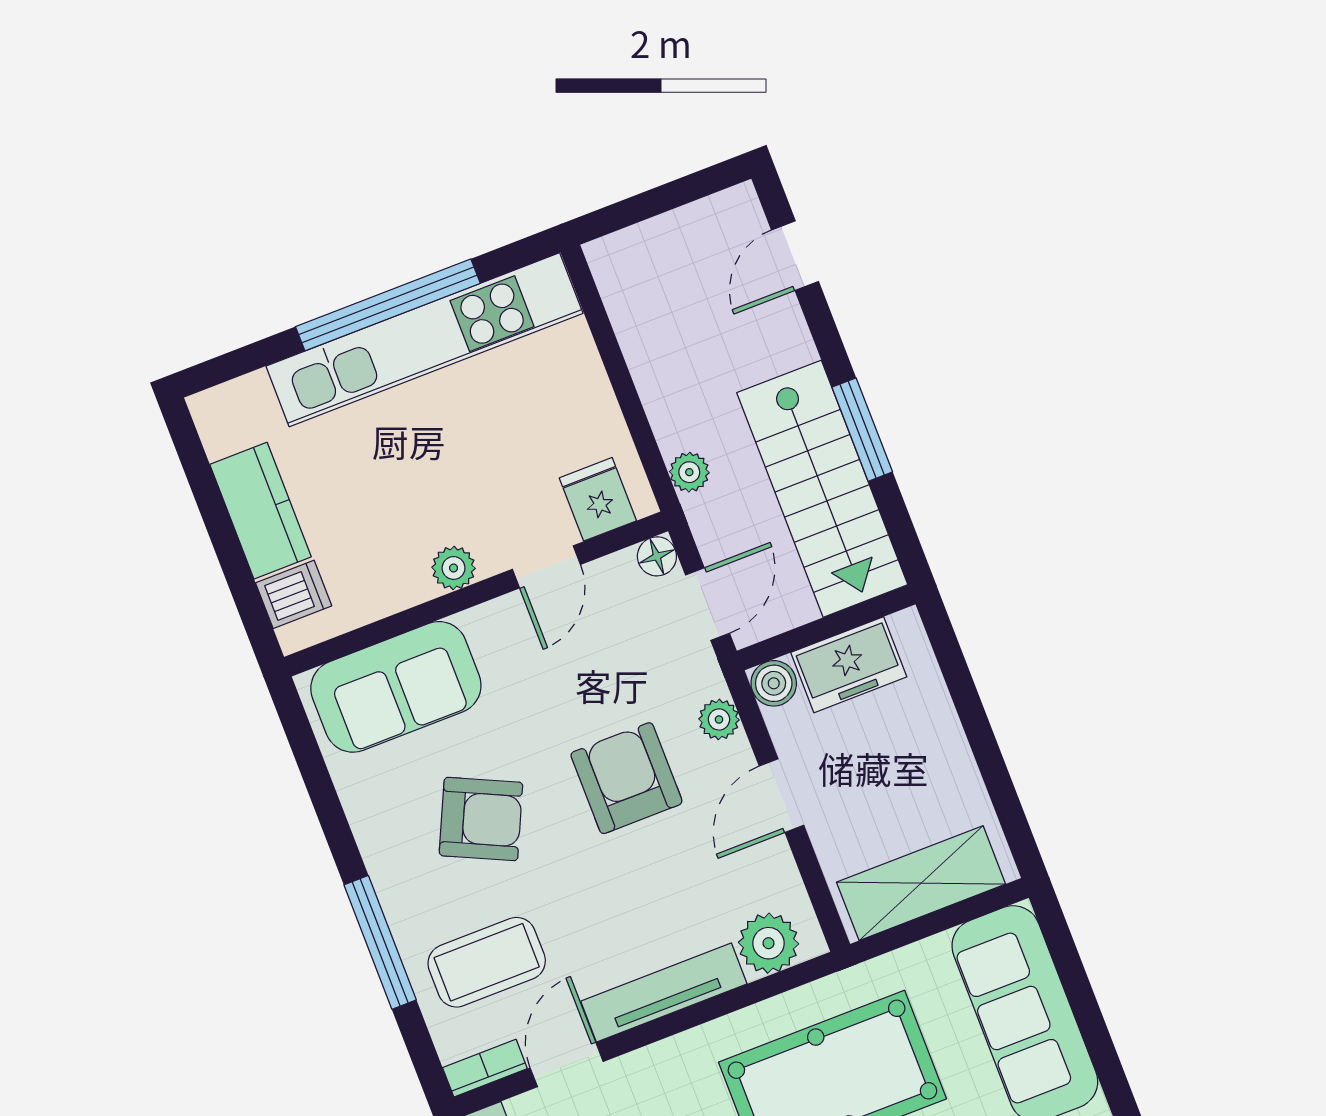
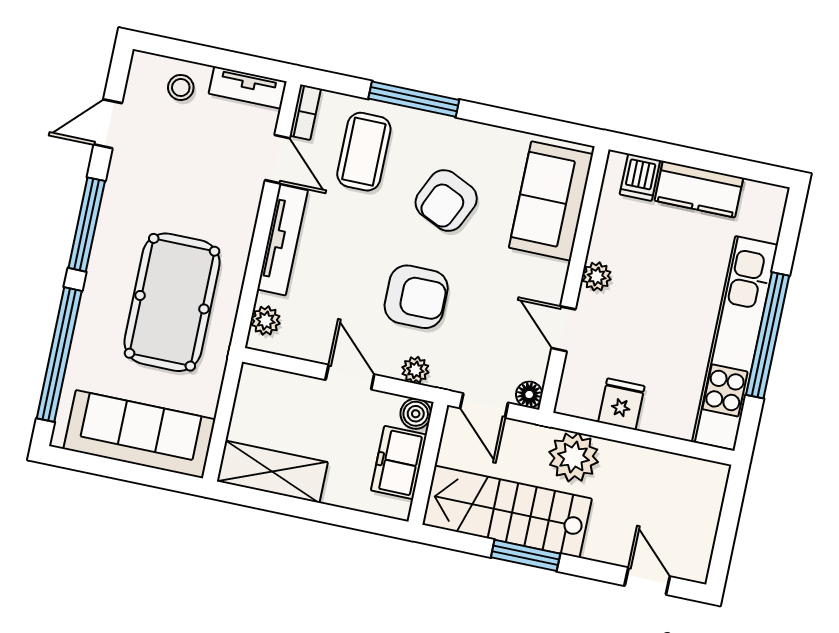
plant: (689, 472) -> (574, 457), width x1.87, depth x1.87
fridge: (598, 499) -> (621, 404), moved, turned -90
shelving: (921, 883) -> (272, 472), moved, turned 90
plant: (768, 943) -> (266, 321), width x0.73, depth x0.73

